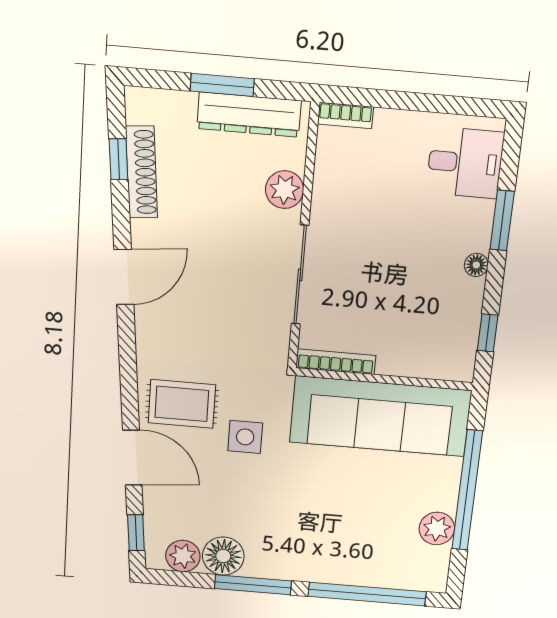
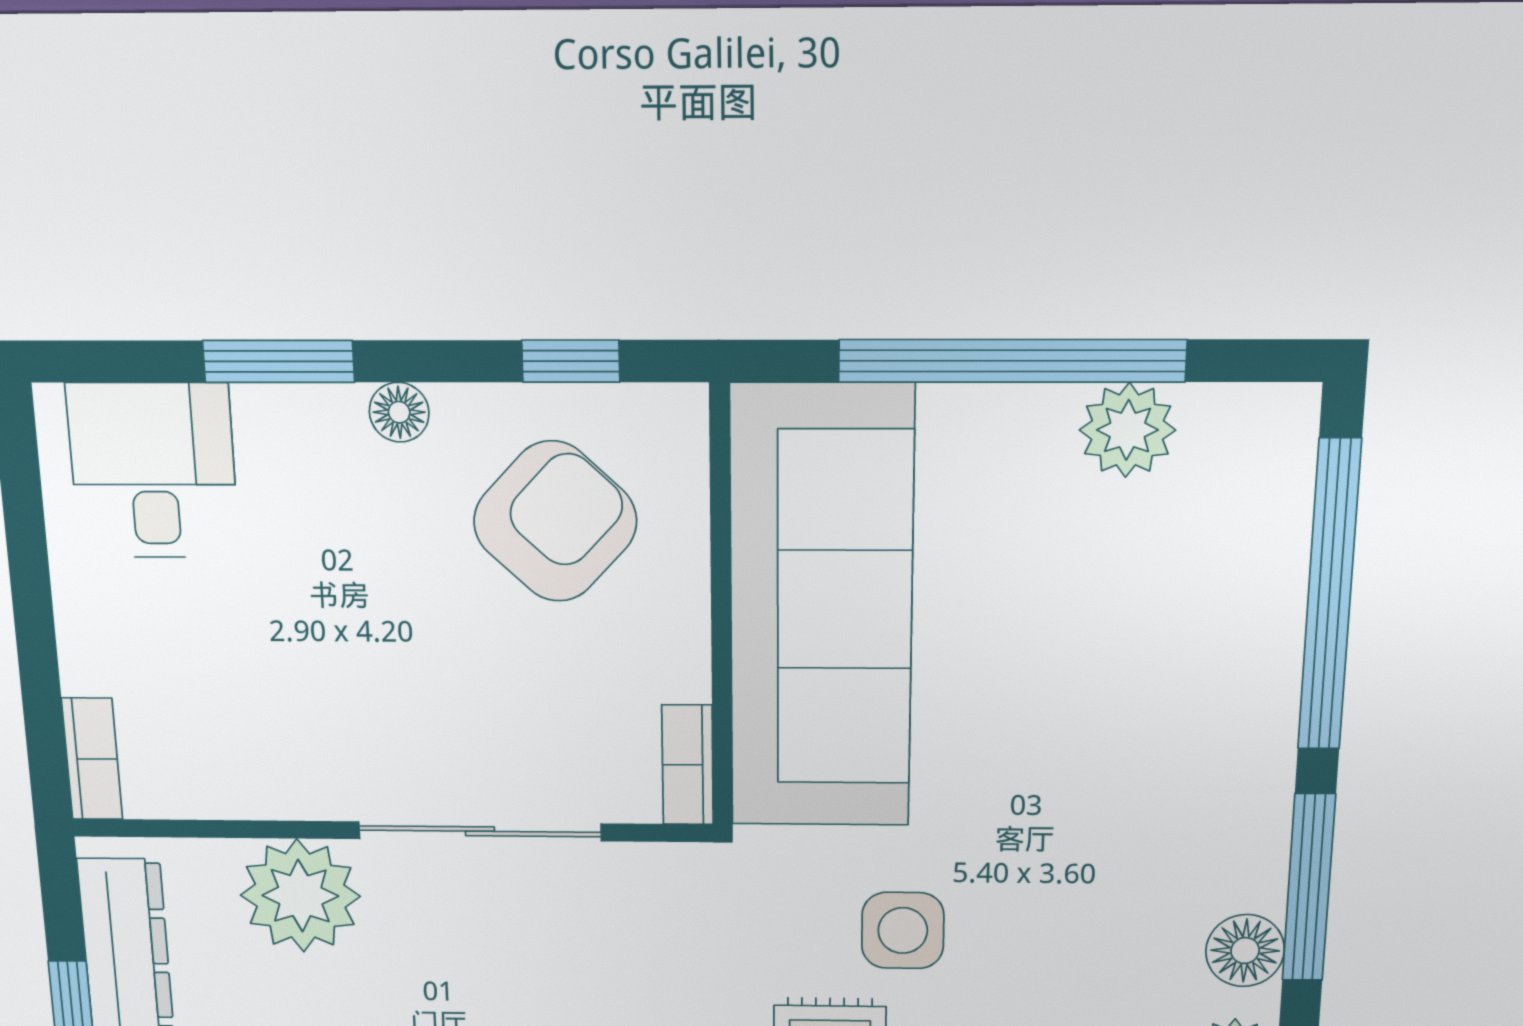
plant: (285, 190) -> (300, 896), width x1.36, depth x1.36
armchair: (426, 320) -> (555, 521), added
bookcase: (336, 362) -> (688, 765), width x0.64
floor lamp: (223, 556) -> (1245, 951), width x0.73, depth x0.73

